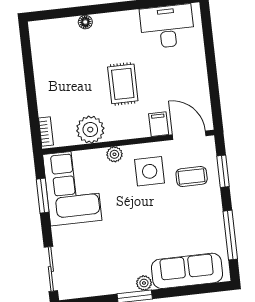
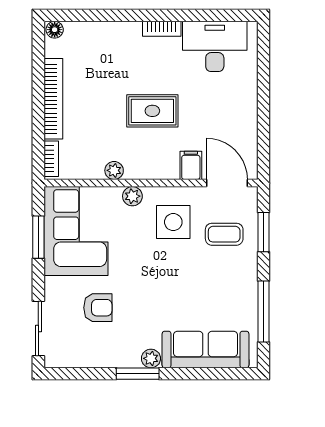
bookcase: (123, 17) -> (162, 29), added
floor lamp: (85, 22) -> (55, 30), moved
bookcase: (42, 83) -> (53, 99), added
rug: (123, 84) -> (152, 111), turned 90
plant: (90, 130) -> (114, 170), width x0.53, depth x0.53
armchair: (97, 247) -> (98, 308), added

